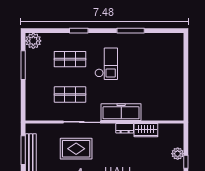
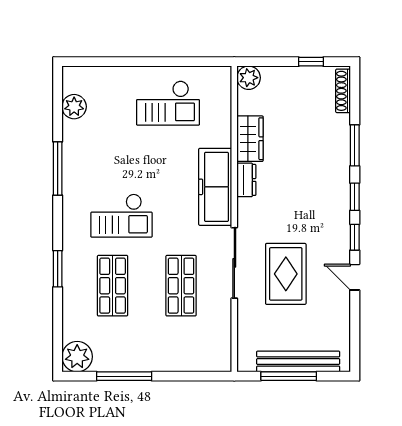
plant: (163, 39) -> (74, 107), added
checkout: (106, 64) -> (121, 216), turned 180
checkout: (164, 88) -> (168, 103), added
plant: (178, 154) -> (249, 78), moved

